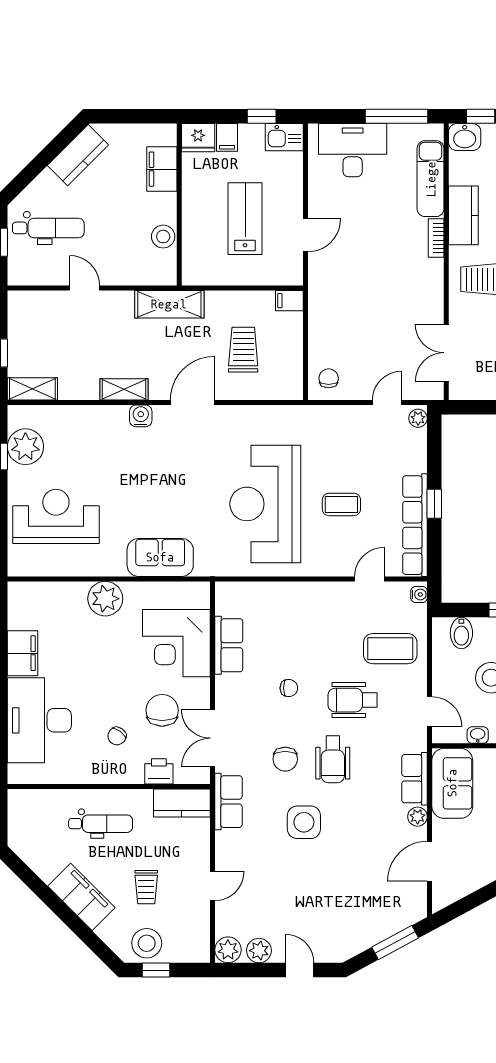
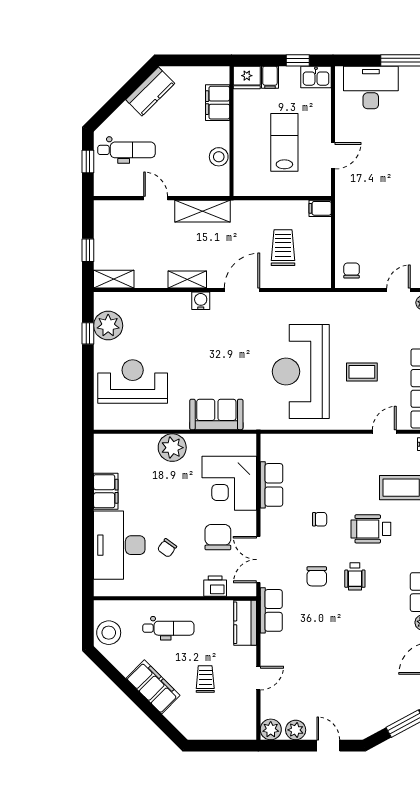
shelving: (169, 304) -> (202, 211), moved
chair: (117, 736) -> (167, 548), moved
wheelchair: (333, 759) -> (355, 576), width x0.73, depth x0.73
kitchen counter: (182, 803) -> (245, 623), moved, turned 90
side table: (304, 822) -> (332, 627), removed
trolley: (146, 887) -> (205, 679), turned 180
stool: (147, 943) -> (109, 633), moved
window: (156, 970) -> (213, 746), removed

